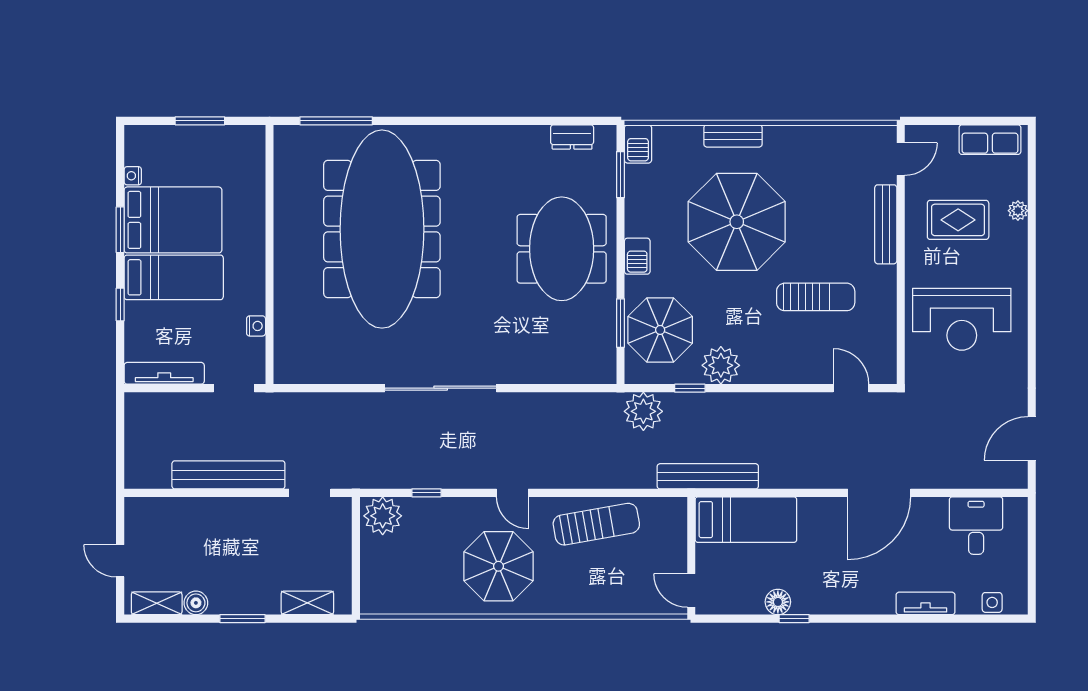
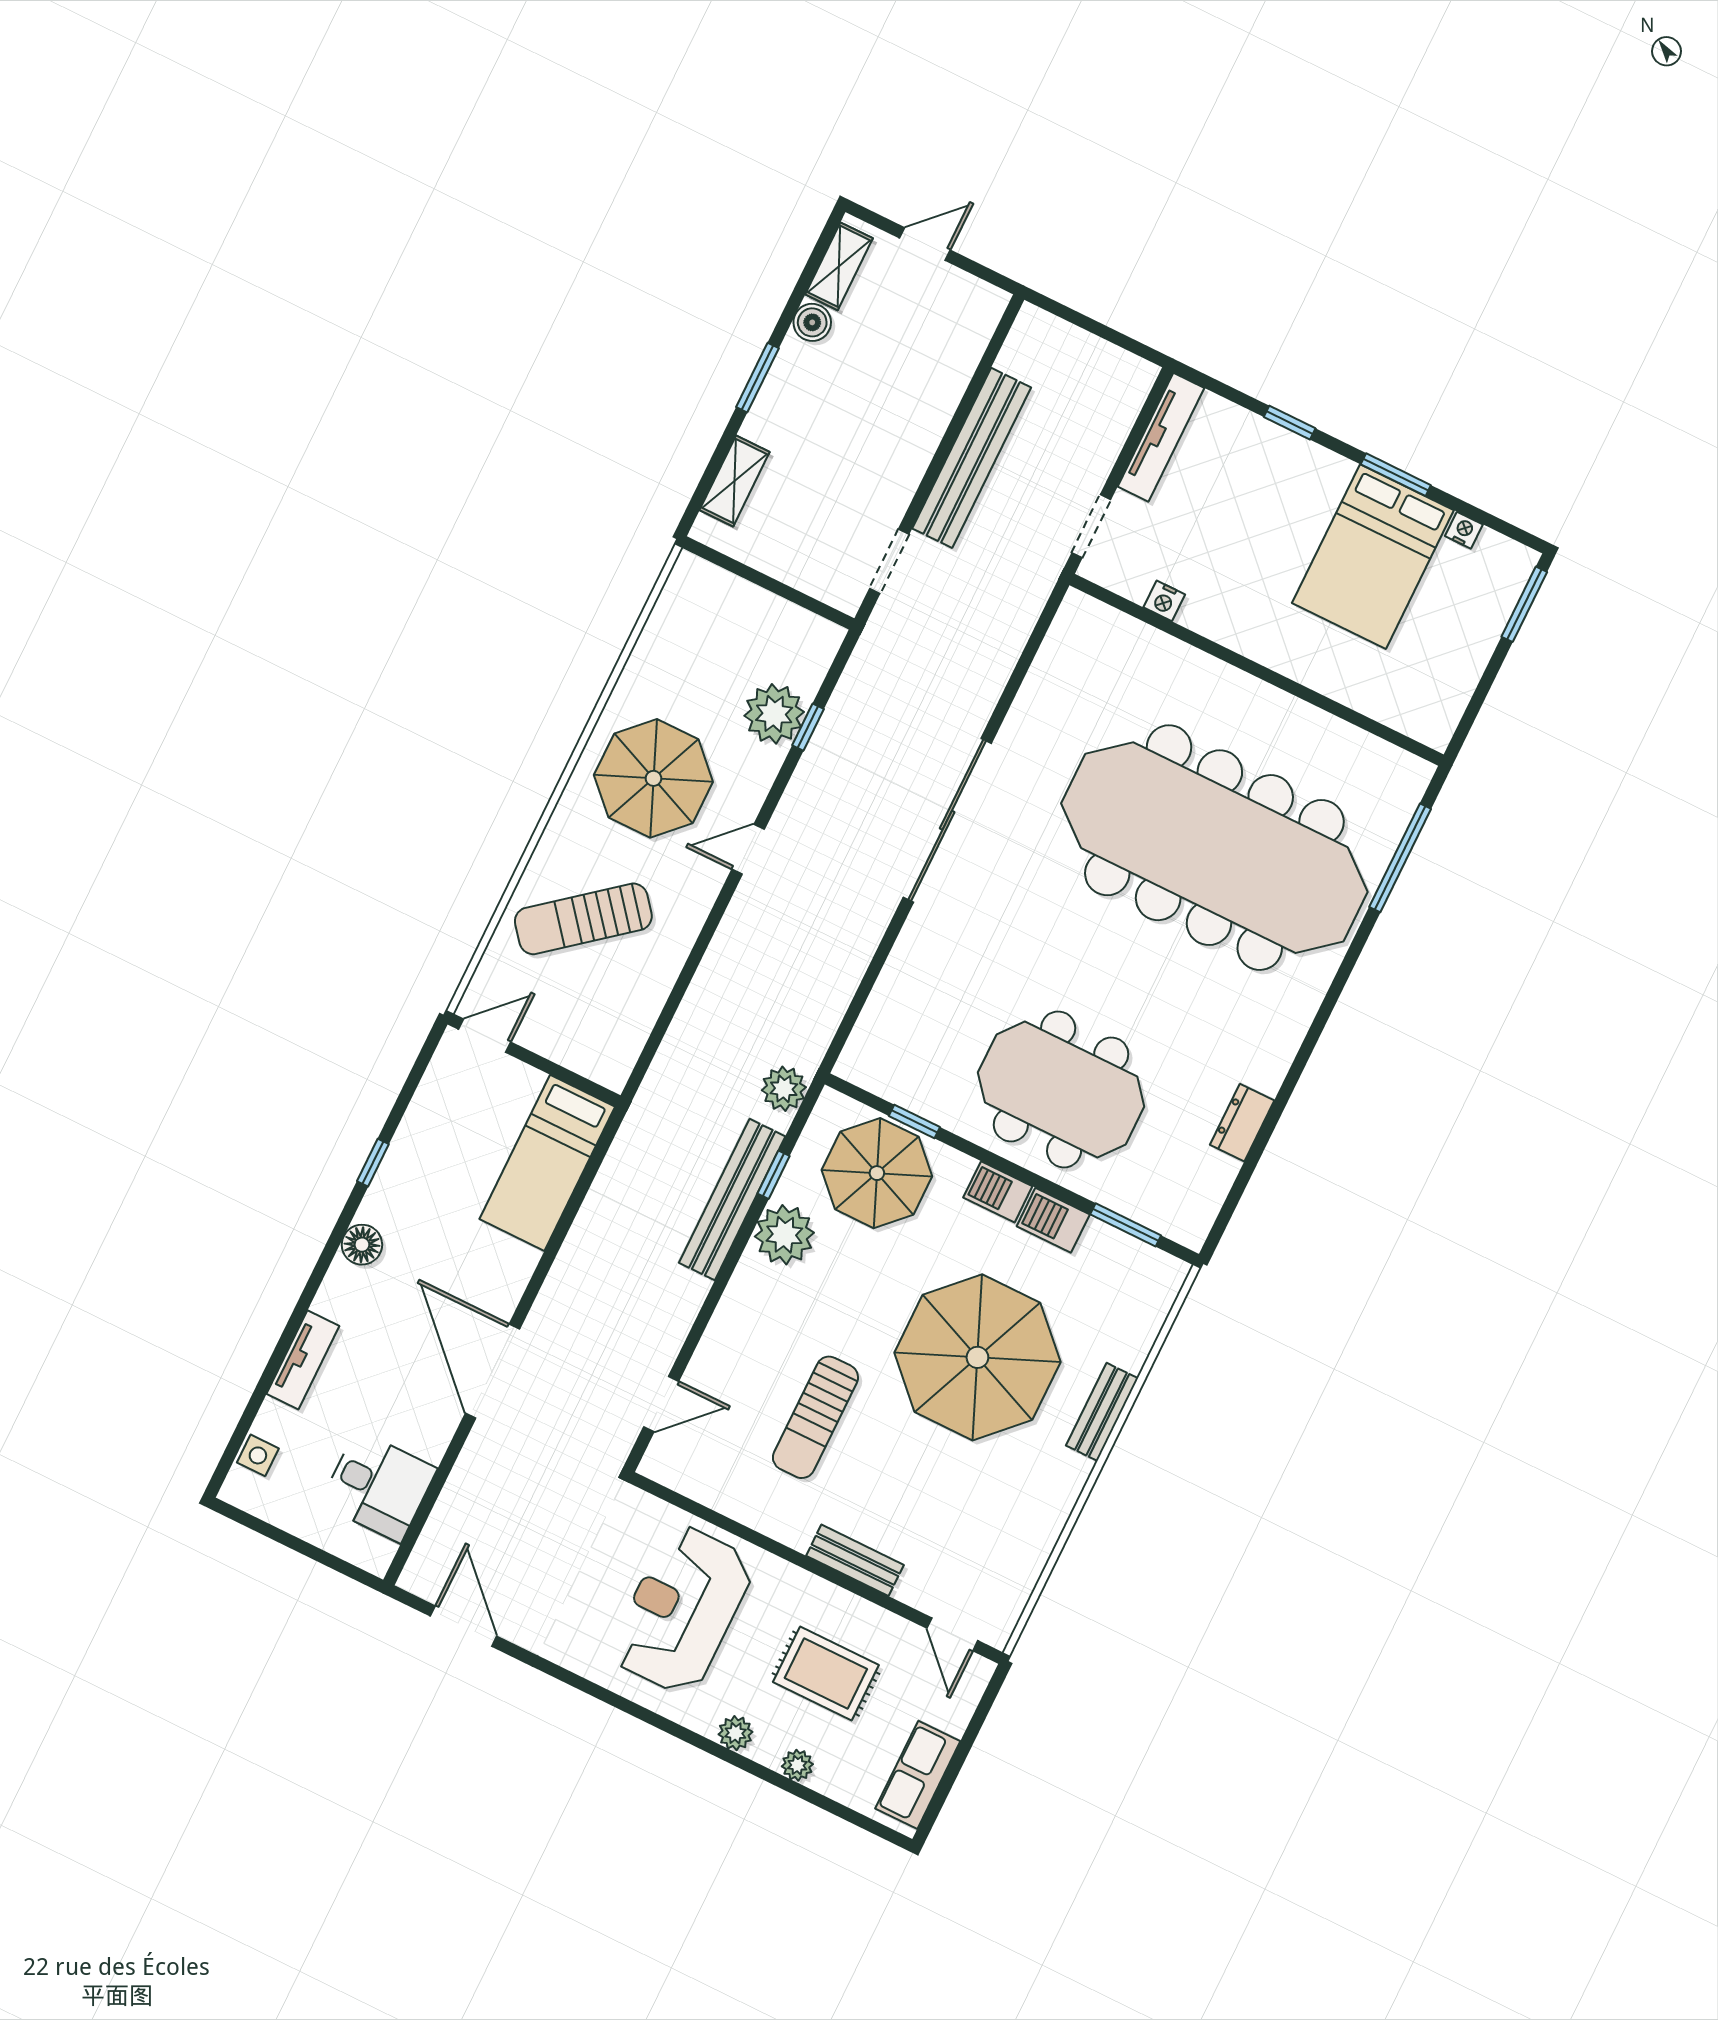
window: (200, 121) -> (1524, 604), moved
dresser: (572, 137) -> (1242, 1123), moved
barbecue: (638, 144) -> (1053, 1220), moved
rug: (958, 220) -> (826, 1674), turned 90
bench: (886, 224) -> (855, 1560), width x0.73
plant: (1017, 255) -> (735, 1733), added
bed: (174, 277) -> (1291, 518), removed
window: (620, 323) -> (914, 1121), width x0.67
plant: (643, 411) -> (784, 1089), width x0.73, depth x0.73
bench: (708, 476) -> (732, 1200), moved
plant: (383, 516) -> (774, 714), moved
sun lounger: (596, 524) -> (583, 919), moved, turned 61
floor lamp: (778, 602) -> (362, 1245), moved

